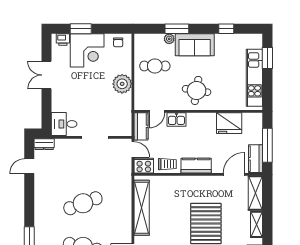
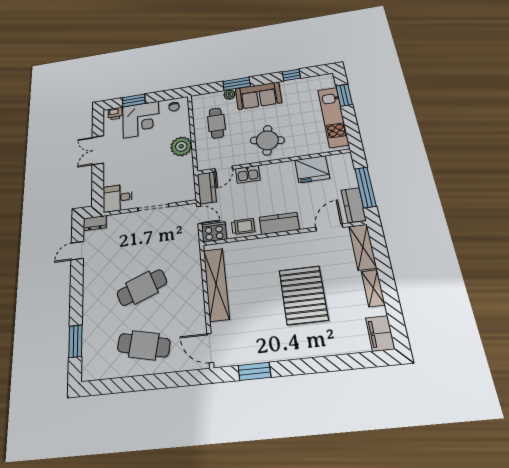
cafe table: (155, 66) -> (216, 123), turned 90

